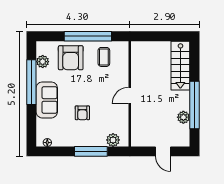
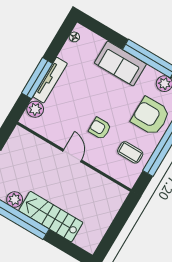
stairs: (180, 66) -> (51, 217), moved
armchair: (82, 113) -> (100, 128), moved
tv unit: (87, 141) -> (50, 80), added

